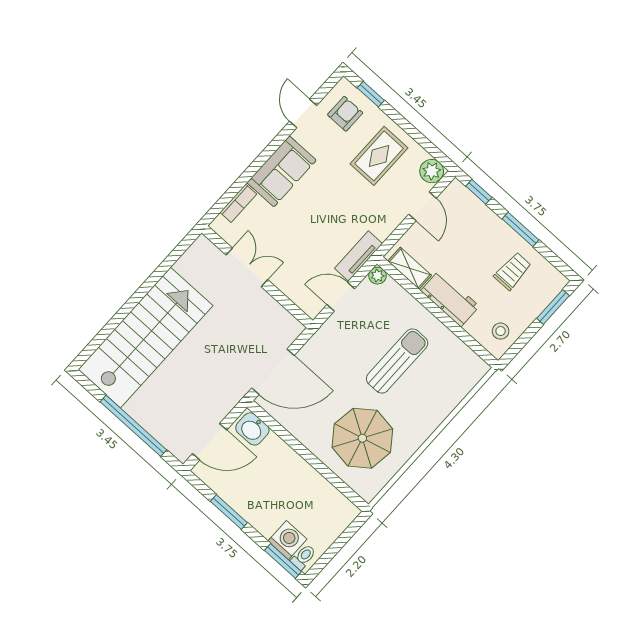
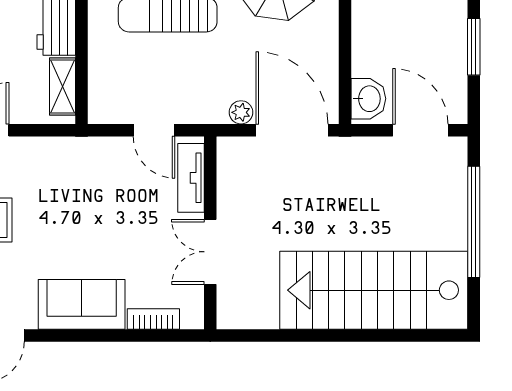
tv unit: (358, 256) -> (191, 178), moved, turned 90
plant: (377, 276) -> (241, 112), moved

